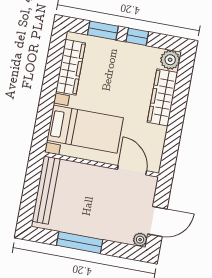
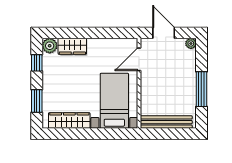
window: (137, 37) -> (37, 63), moved
wardrobe: (162, 97) -> (72, 46), width x0.67
door: (157, 221) -> (164, 33), moved

